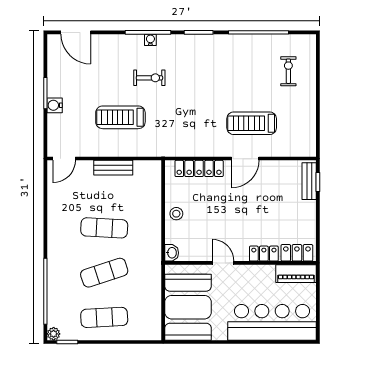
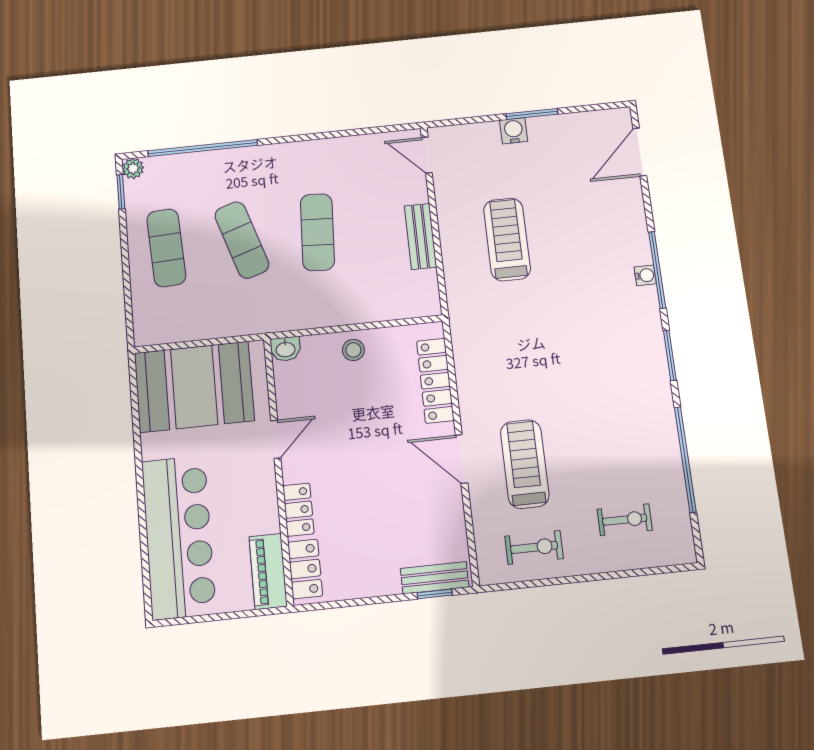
exercise bike: (149, 78) -> (534, 547), moved, turned -90

